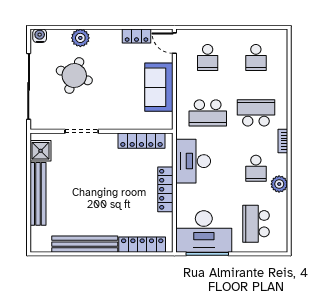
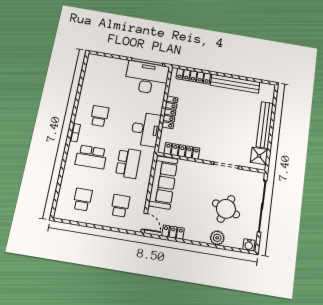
sofa: (159, 87) -> (163, 182), width x1.36
school desk: (208, 113) -> (128, 163), turned 90
plant: (279, 184) -> (84, 102), removed
school desk: (256, 224) -> (107, 77), removed

